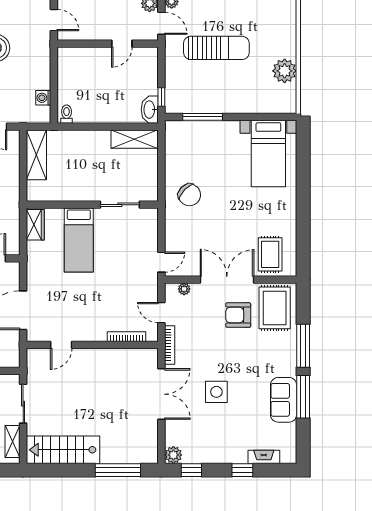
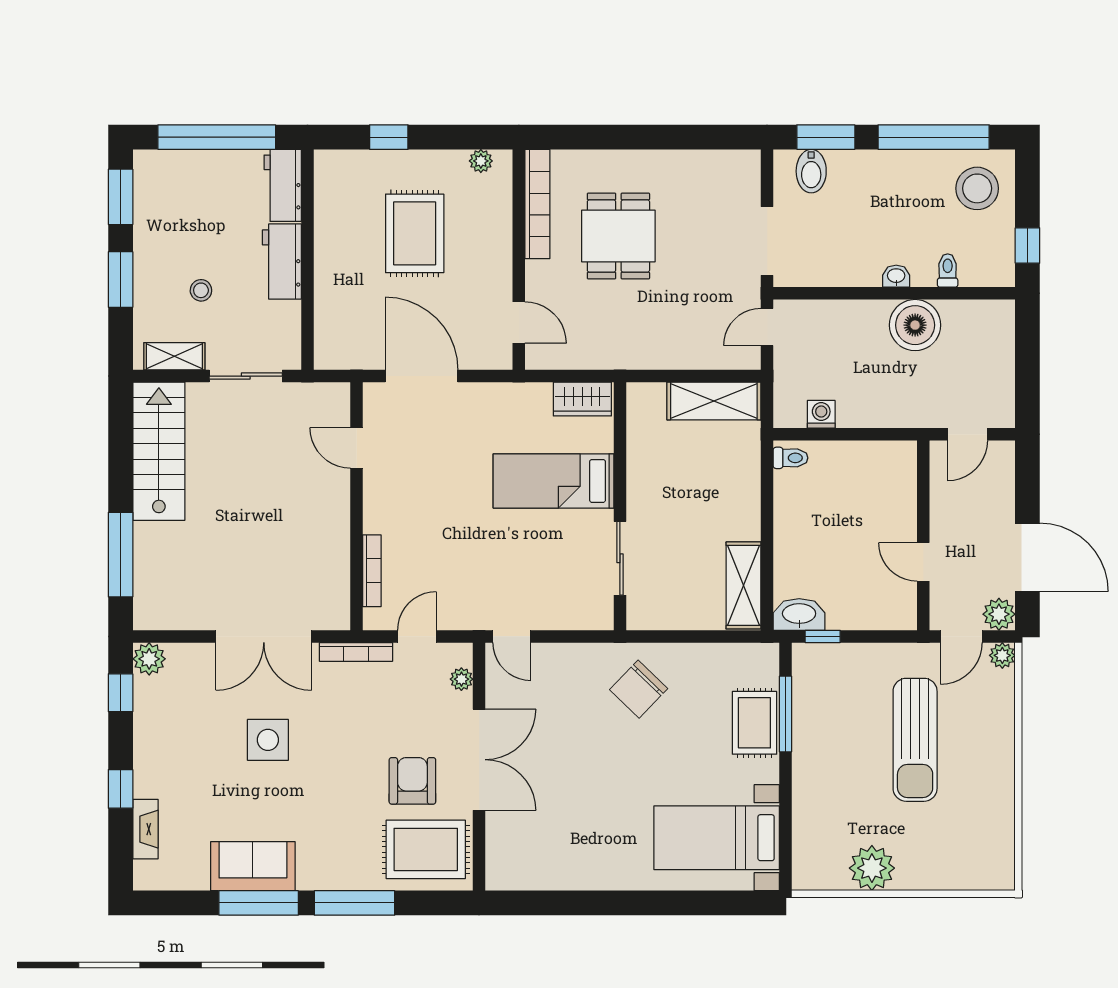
rug: (270, 254) -> (754, 723), moved, turned 90

